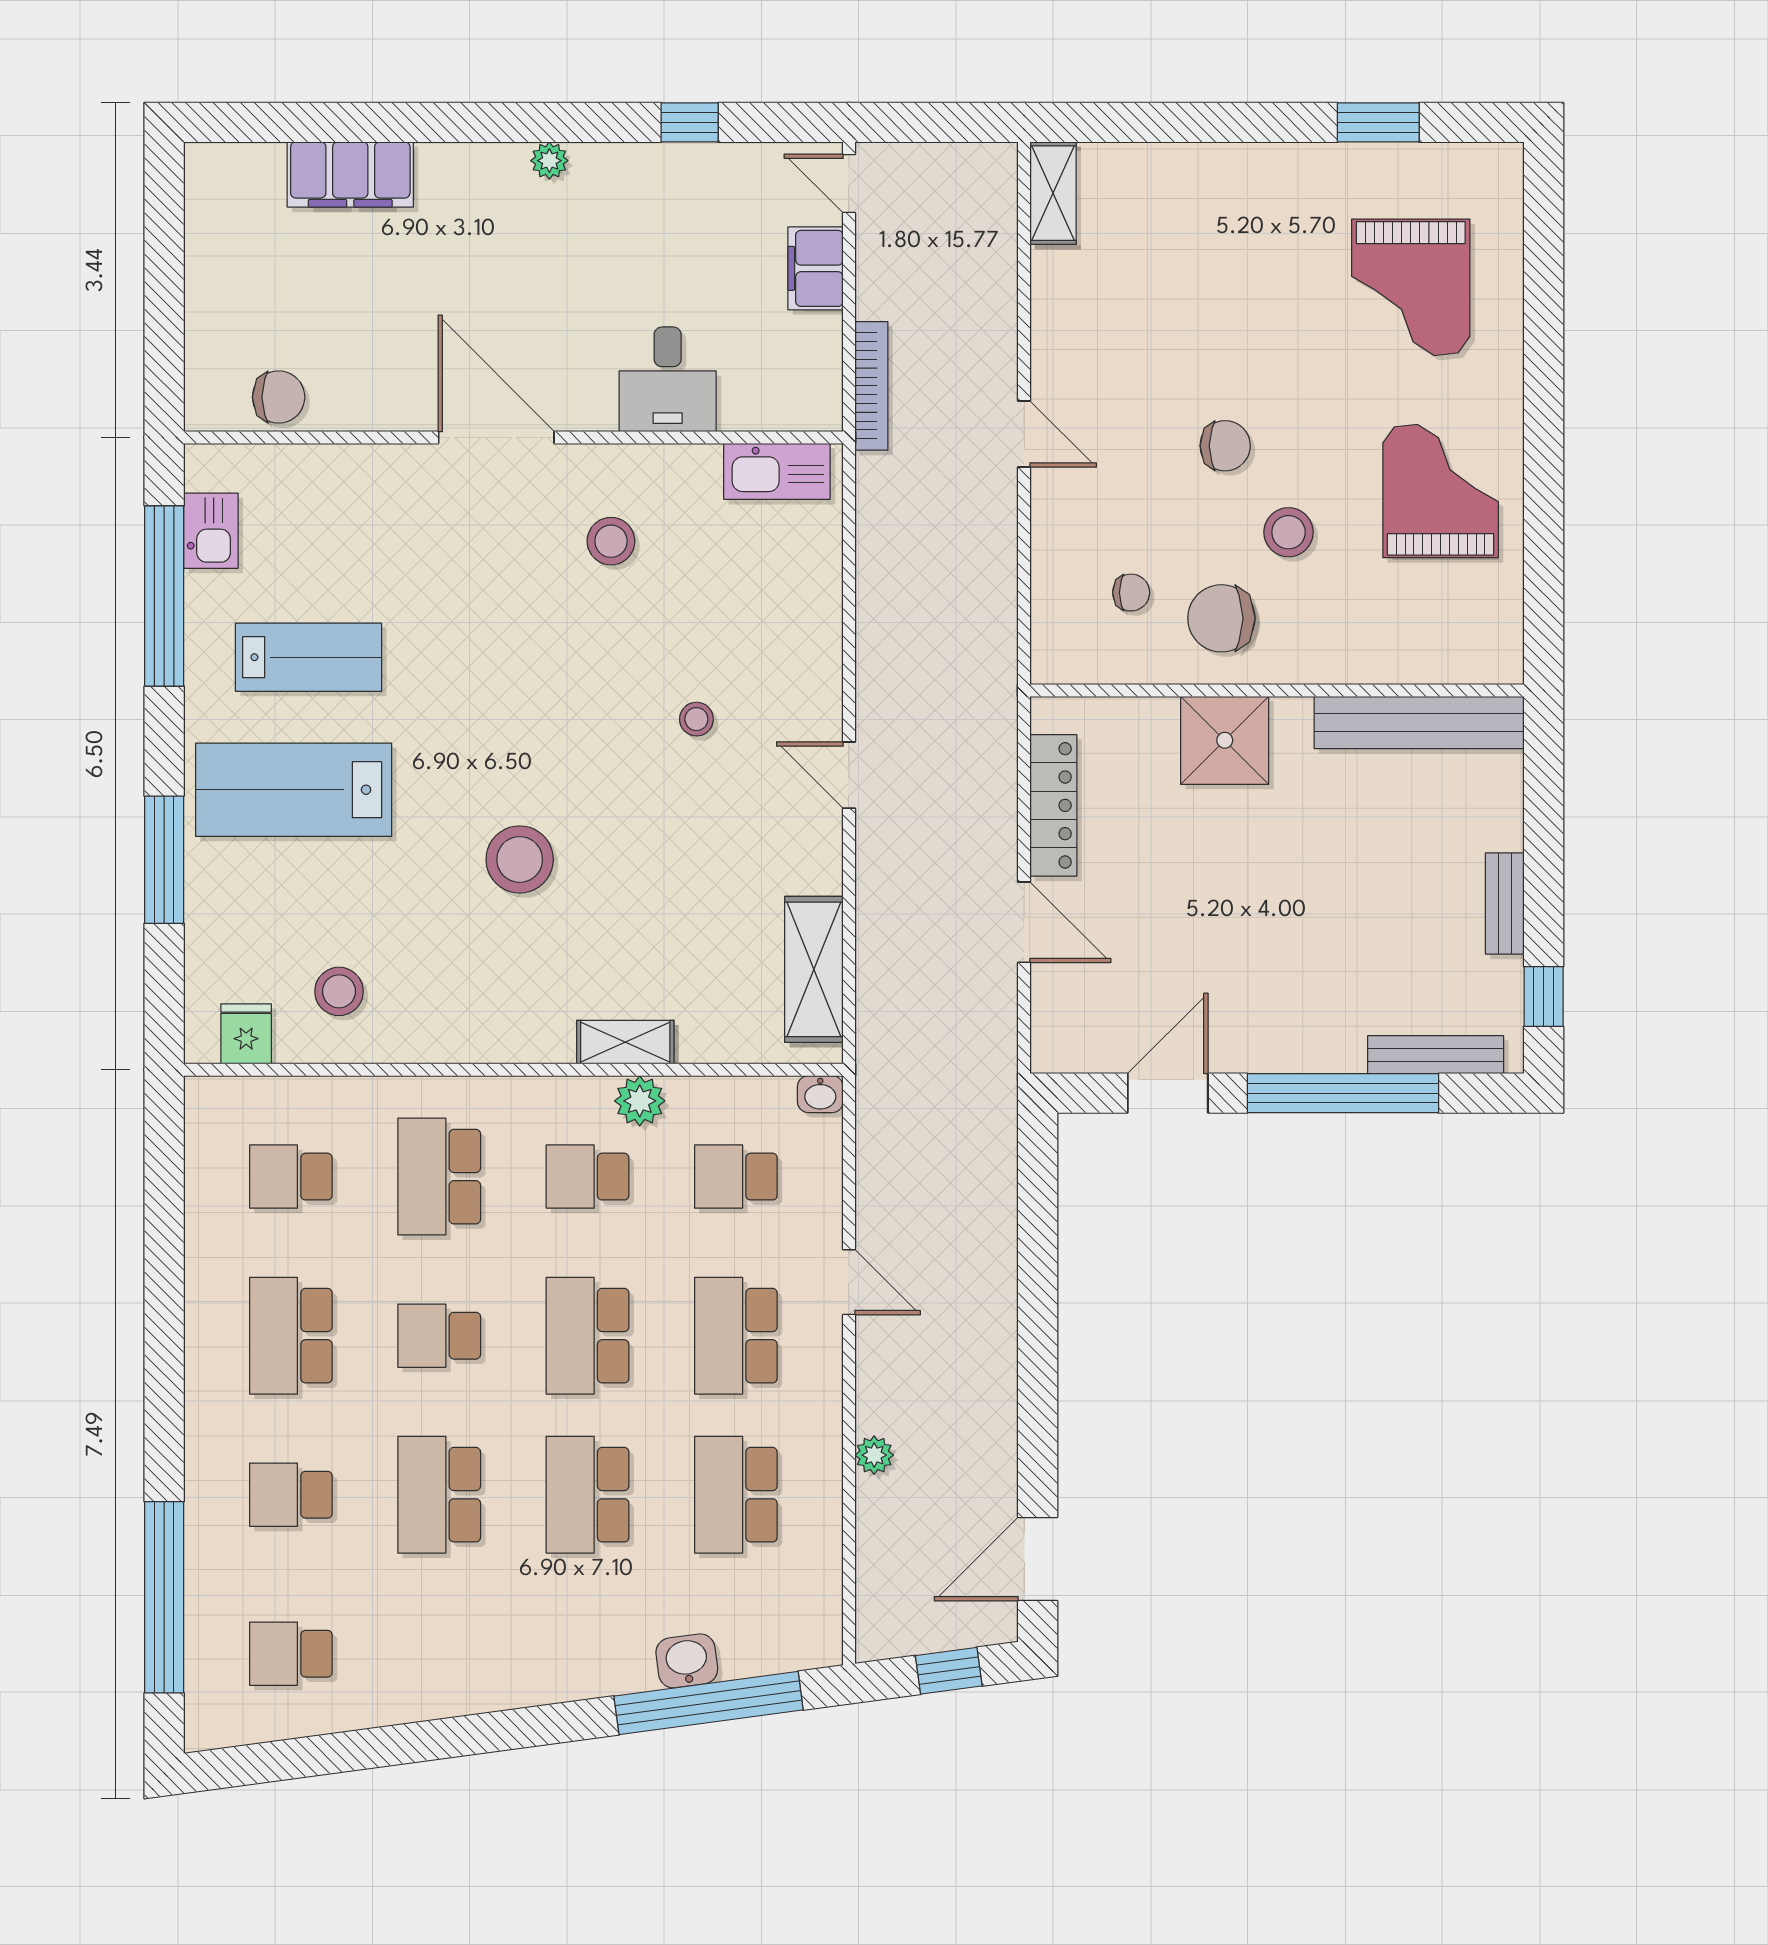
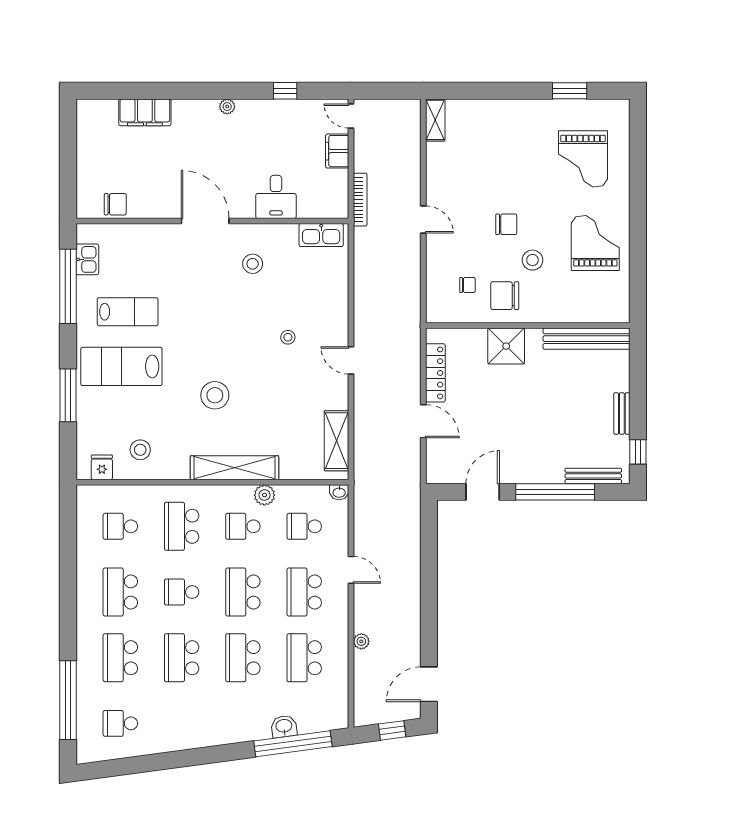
shelving: (625, 1042) -> (234, 468), width x2.20, depth x1.33
school desk: (291, 1495) -> (120, 658), width x1.85

